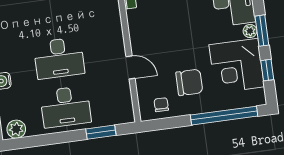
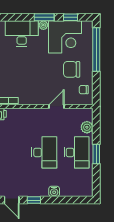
chair: (189, 82) -> (72, 69), turned -90
plant: (16, 129) -> (87, 127), moved
window: (101, 132) -> (96, 154), moved

